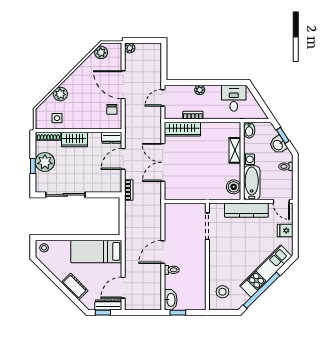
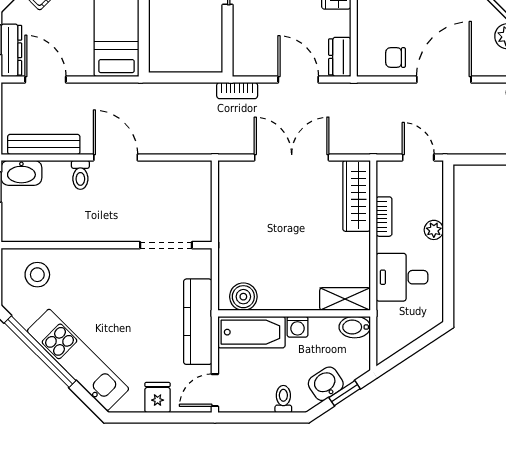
desk: (234, 98) -> (402, 277), moved, turned 180
shelving: (235, 150) -> (345, 299), moved
bench: (156, 288) -> (44, 144), added

